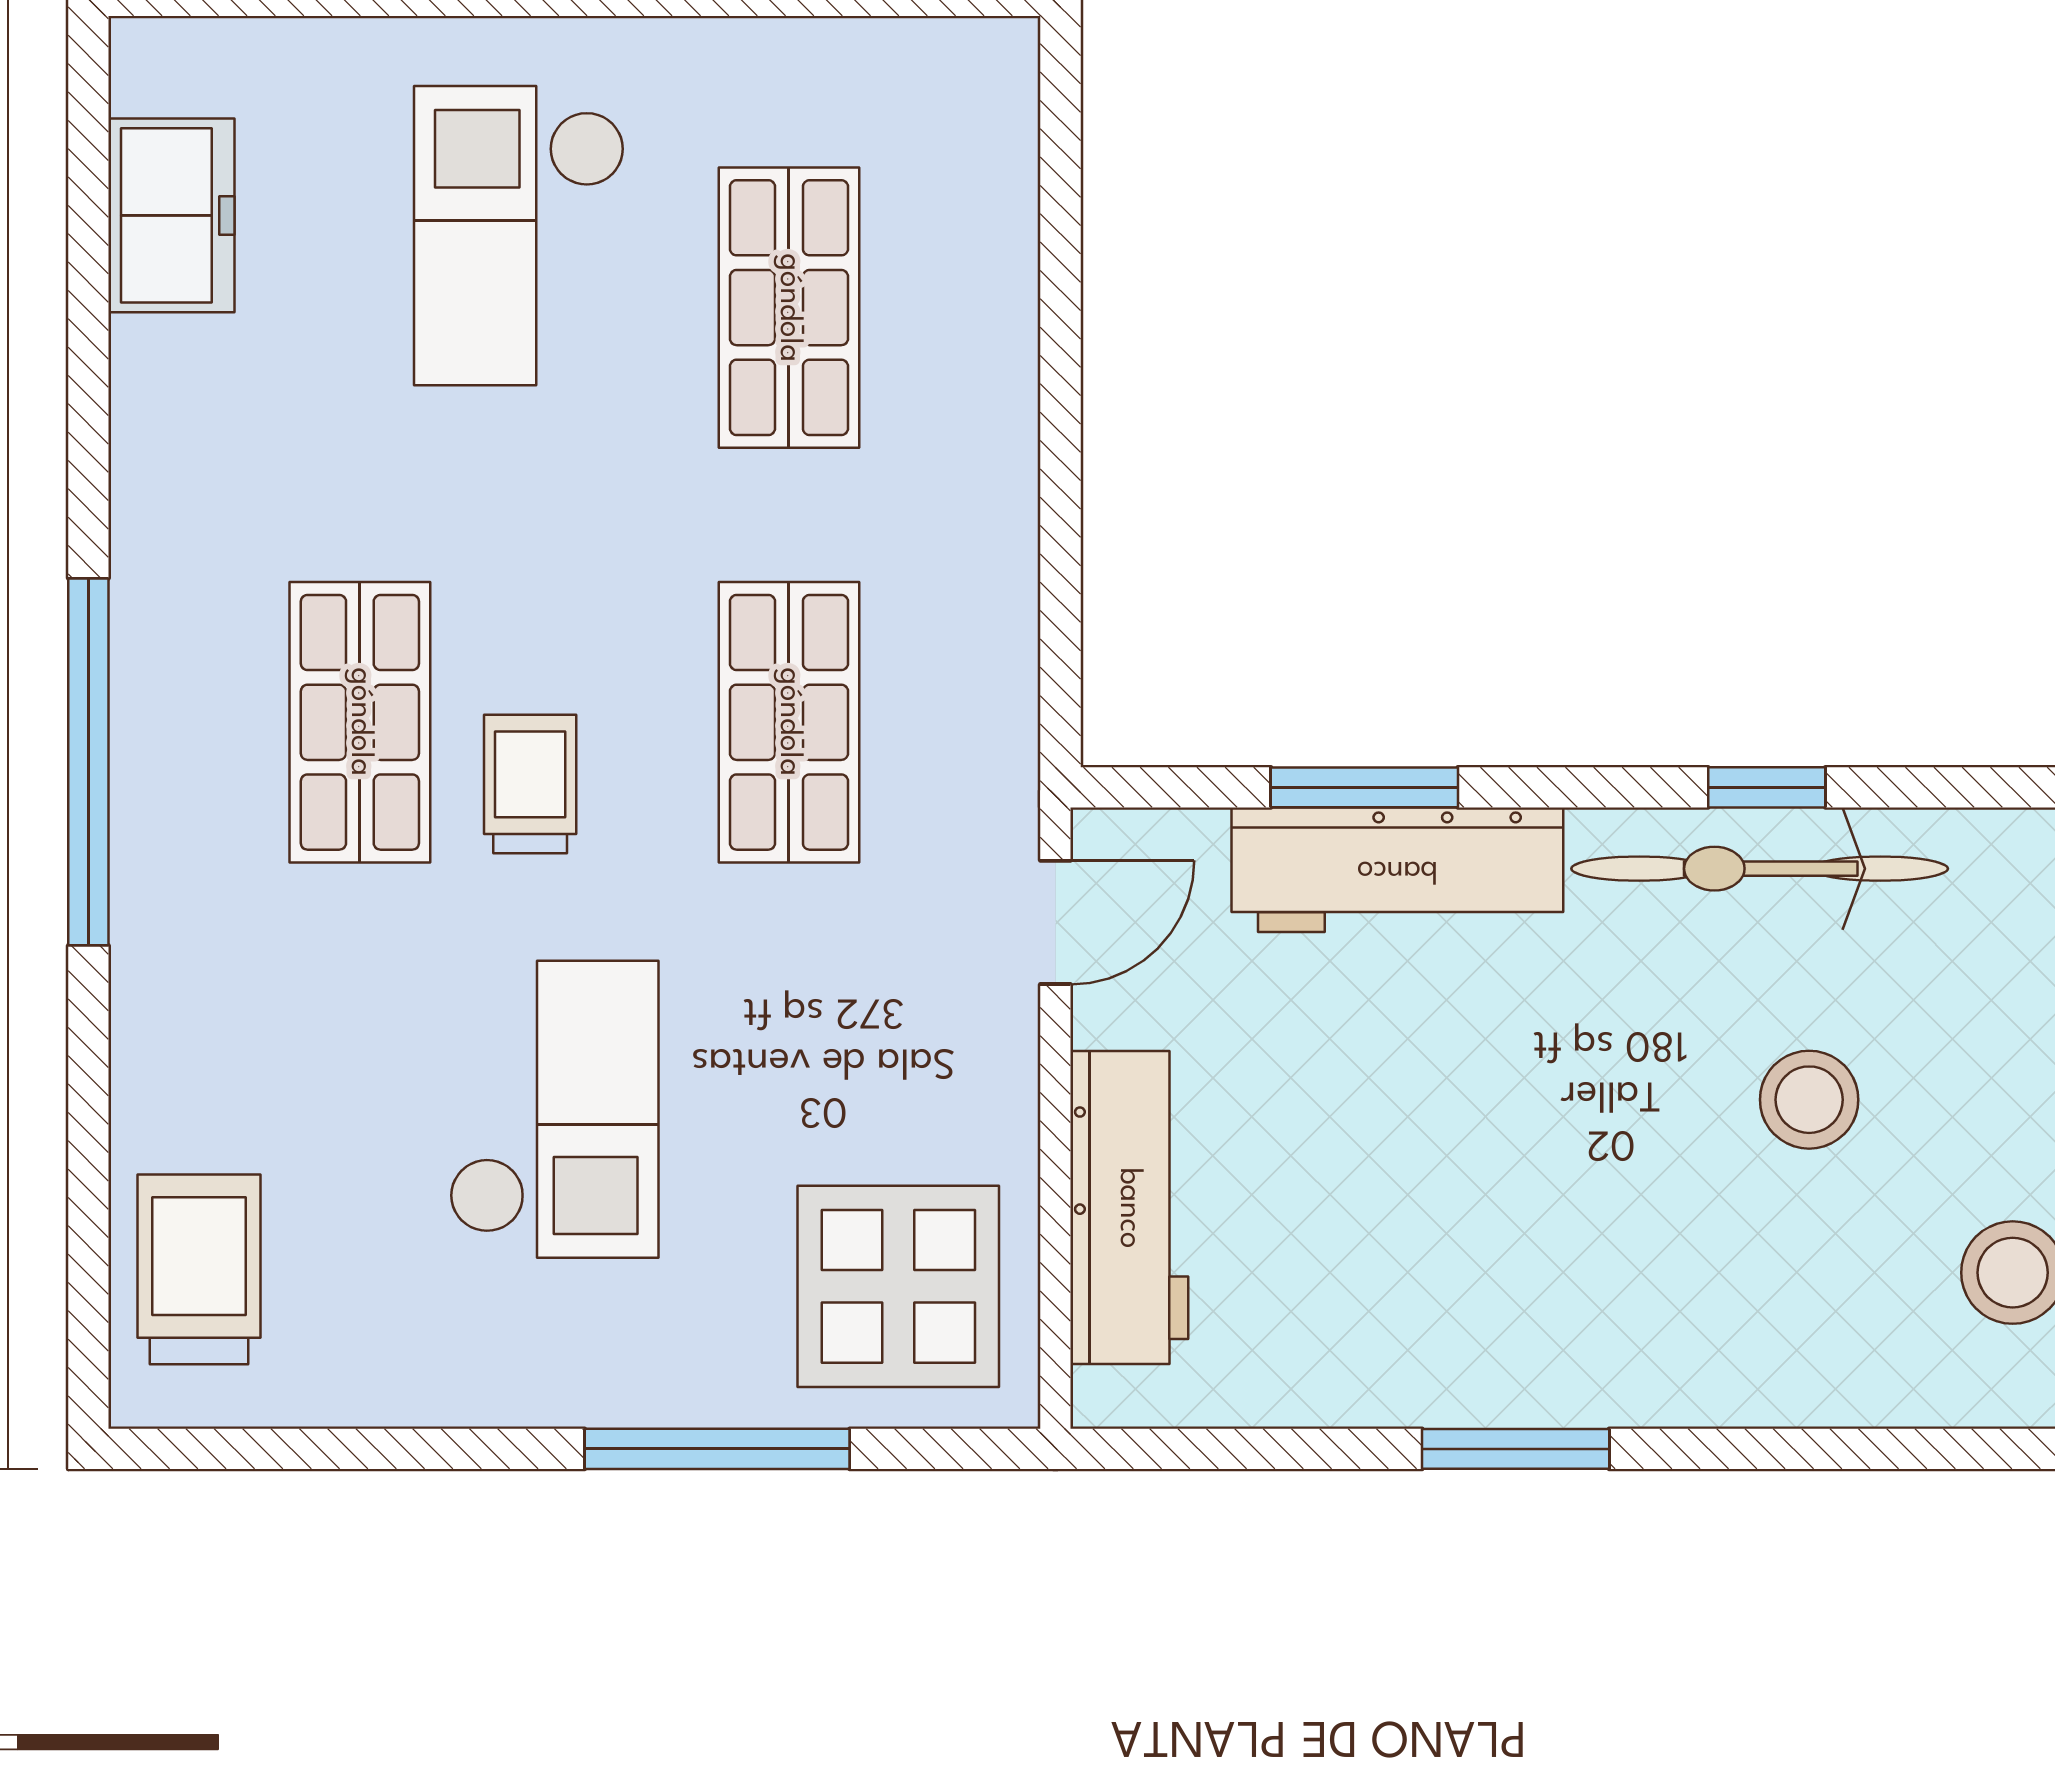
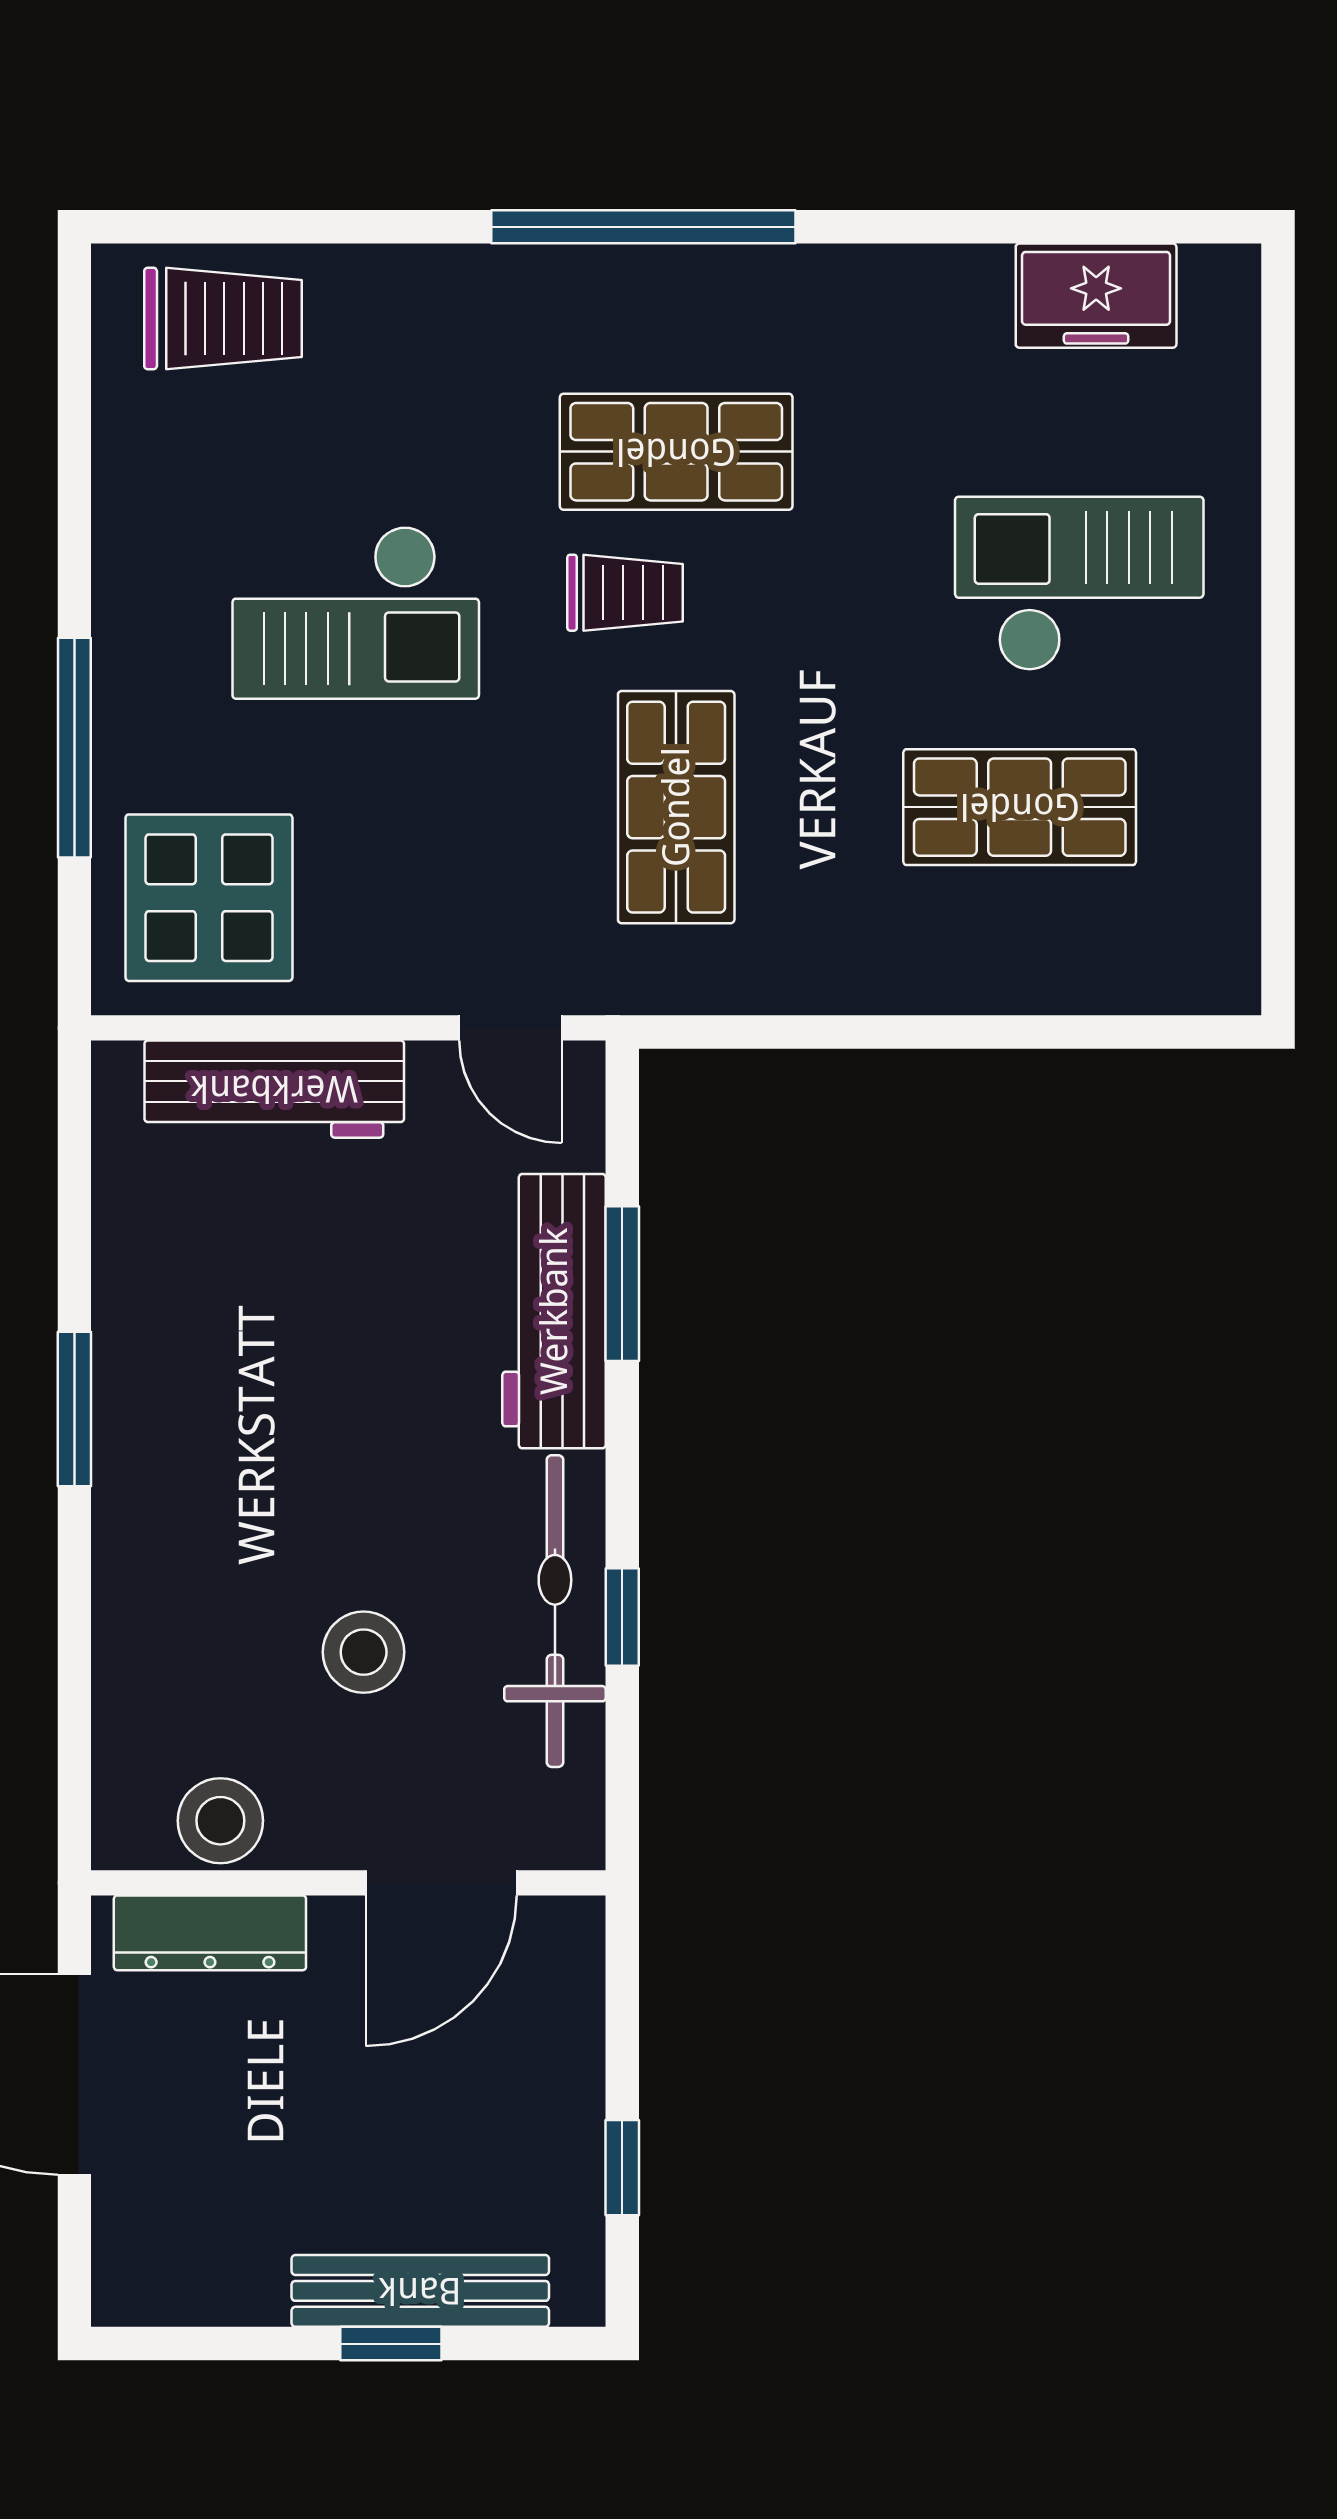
shop shelf: (789, 722) -> (676, 807), turned 90

